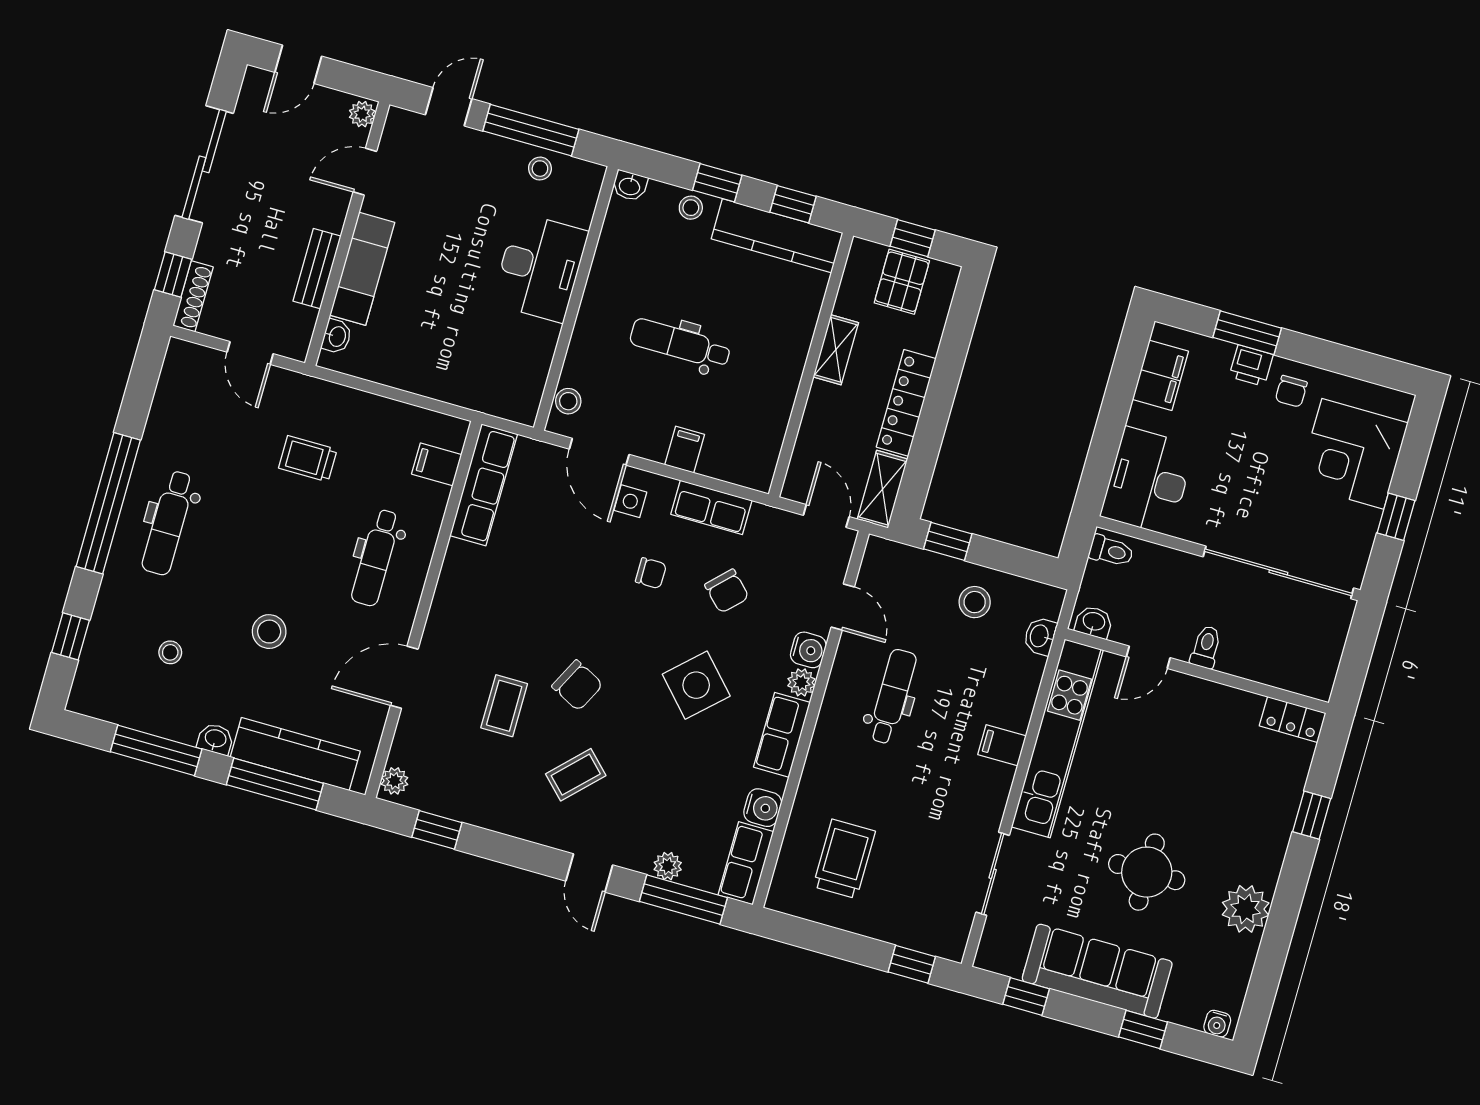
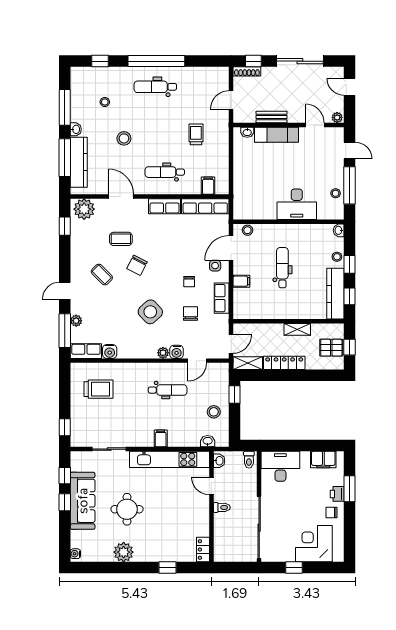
chair: (727, 591) -> (191, 313), turned 135
row of seats: (782, 735) -> (165, 206), moved, turned 180
plant: (395, 781) -> (84, 209), width x1.87, depth x1.87
window: (1143, 1030) -> (65, 502), moved

